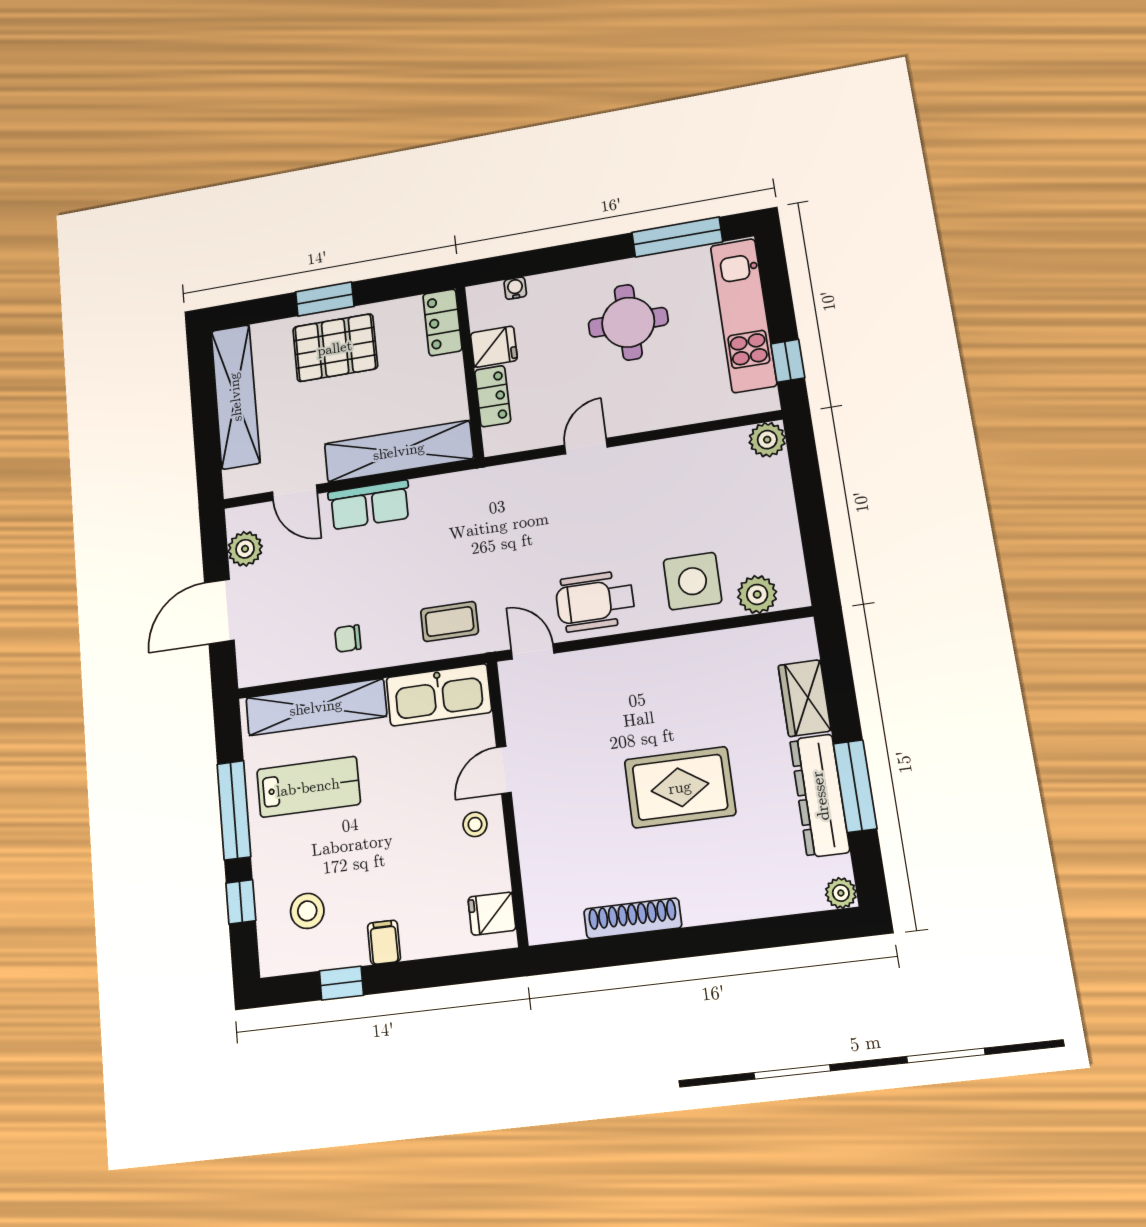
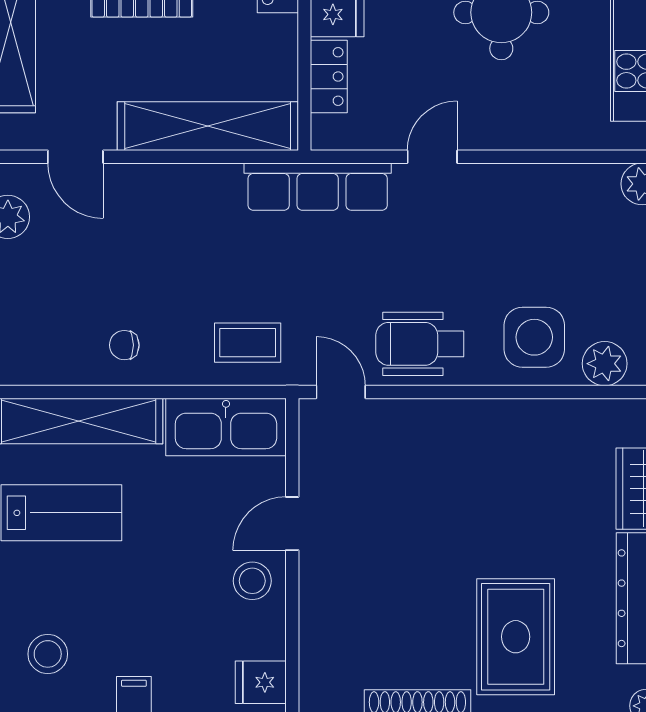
row of seats: (369, 505) -> (318, 187), moved, width x1.48
rug: (680, 787) -> (516, 637), moved, turned 90
stool: (475, 824) -> (252, 581), width x1.37, depth x1.37

